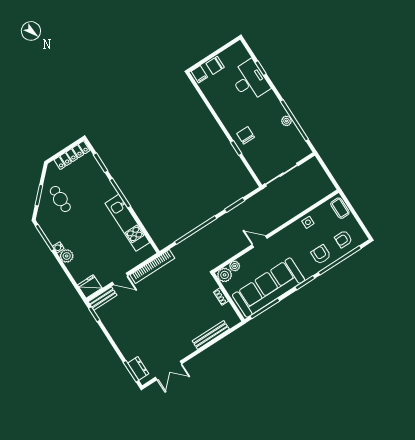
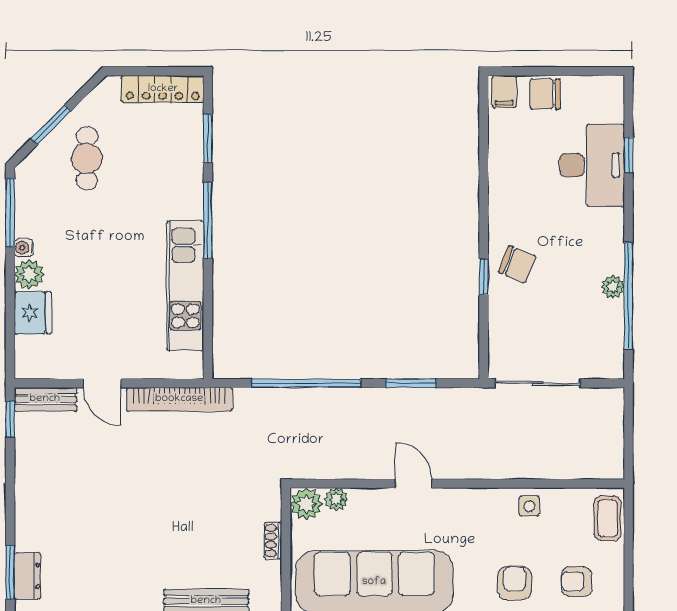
chair: (246, 135) -> (517, 264), turned 112
fridge: (90, 286) -> (33, 313), moved, turned 90

